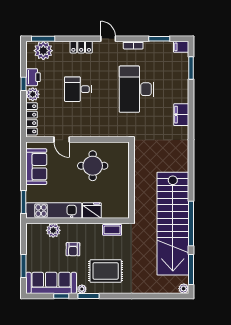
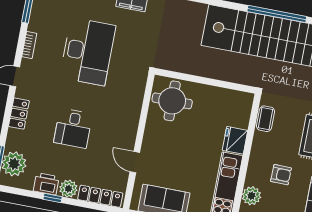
desk: (137, 89) -> (88, 52), turned -90
door: (62, 140) -> (135, 162), swing flipped
round table: (93, 166) -> (172, 101), moved

